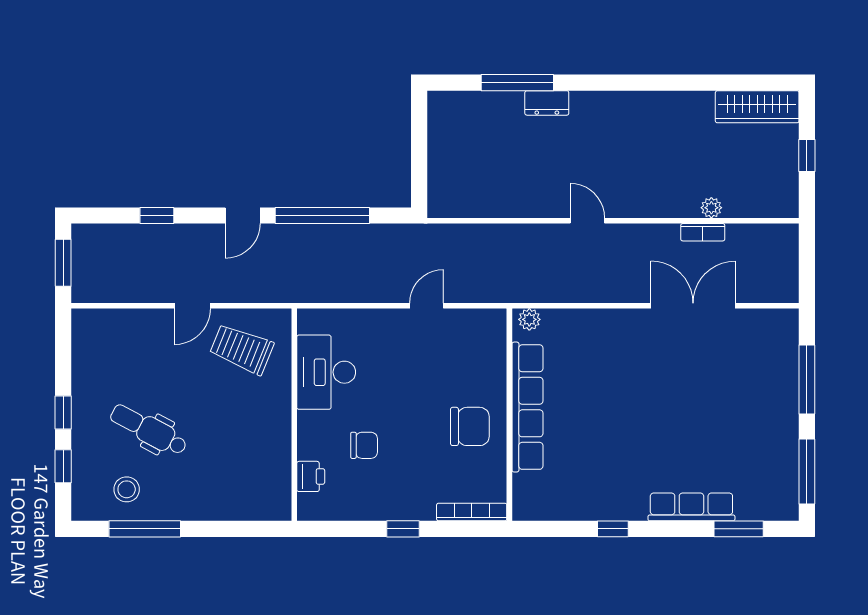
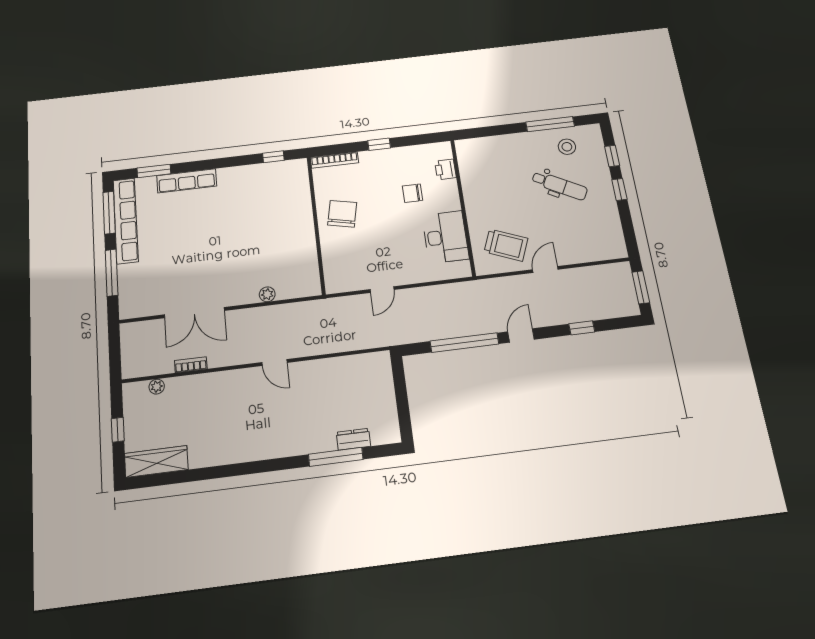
dresser: (547, 103) -> (353, 439), moved
plant: (711, 208) -> (157, 387), moved
plant: (529, 319) -> (267, 294), moved
row of seats: (527, 407) -> (126, 221), moved, turned 180
chair: (470, 426) -> (342, 214), turned 102
window: (613, 529) -> (273, 157), moved

